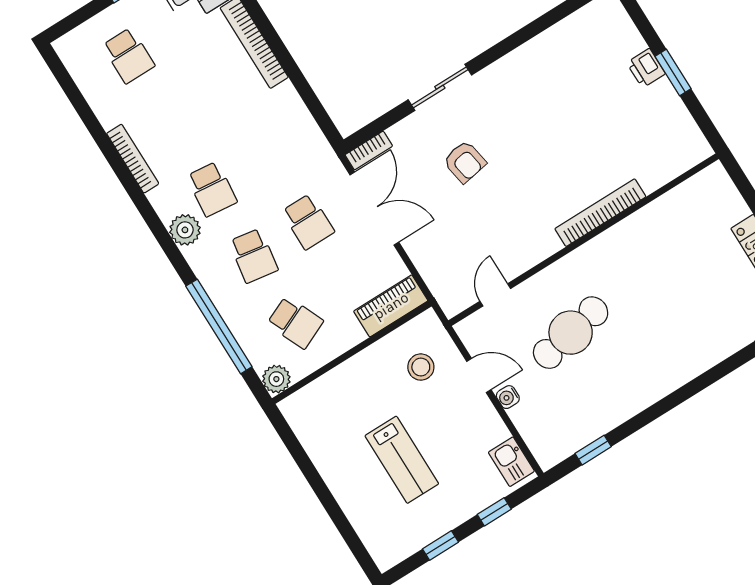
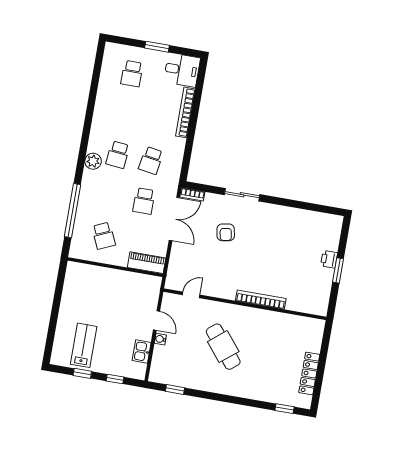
bookcase: (133, 159) -> (98, 115), removed
school desk: (253, 256) -> (151, 160), moved
cafe table: (571, 333) -> (223, 347), moved, turned 62
stool: (421, 367) -> (137, 297), removed
plant: (276, 379) -> (77, 251), removed
lab bench: (402, 460) -> (84, 345), moved, turned 180
kitchen sink: (511, 462) -> (142, 351), moved

